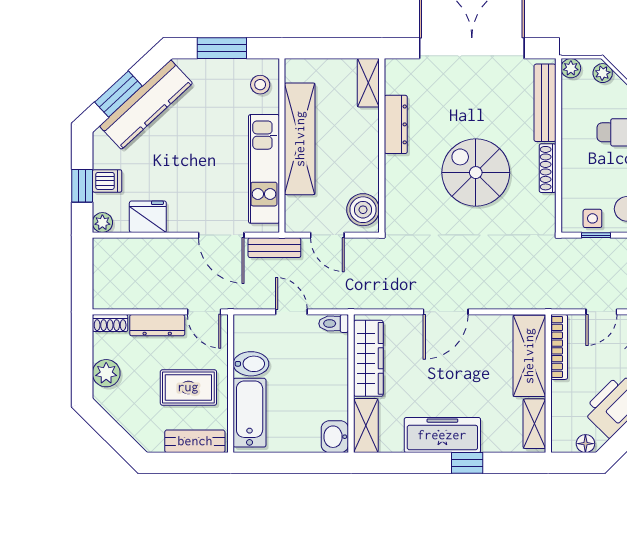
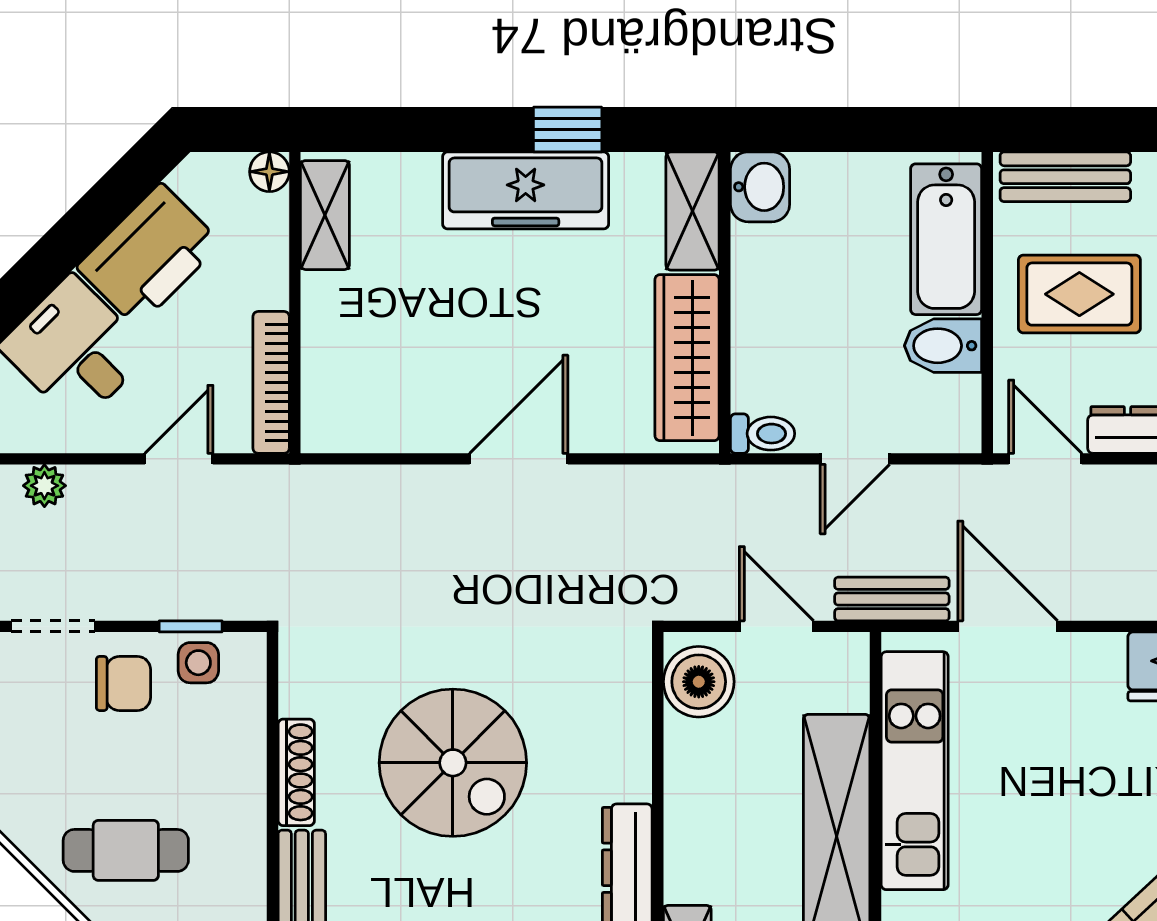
door: (291, 312) -> (855, 459), hinge flipped
shelving: (529, 356) -> (336, 363), removed
floor lamp: (585, 444) -> (269, 172), moved
window: (467, 463) -> (568, 129), moved

